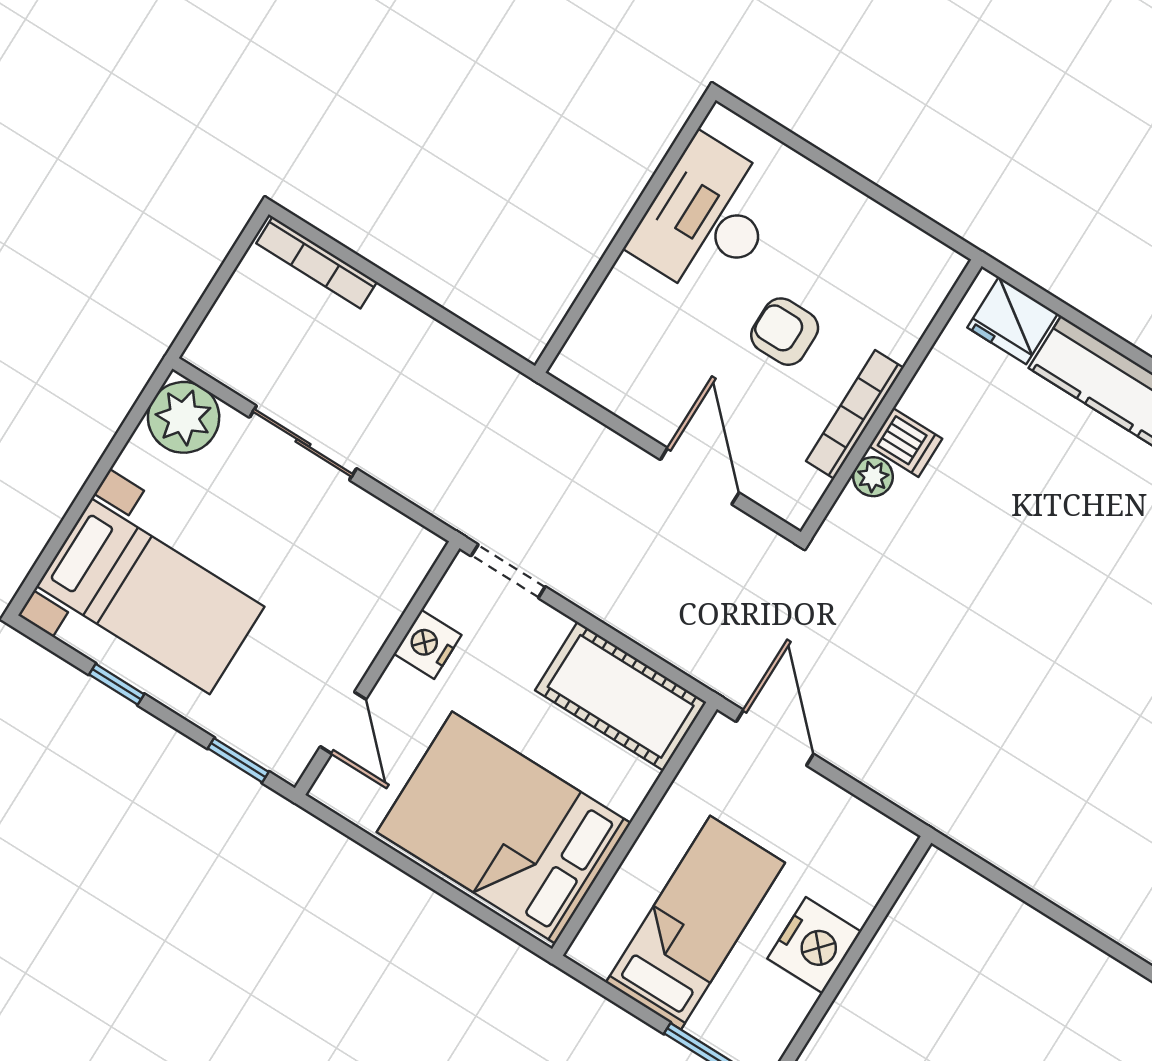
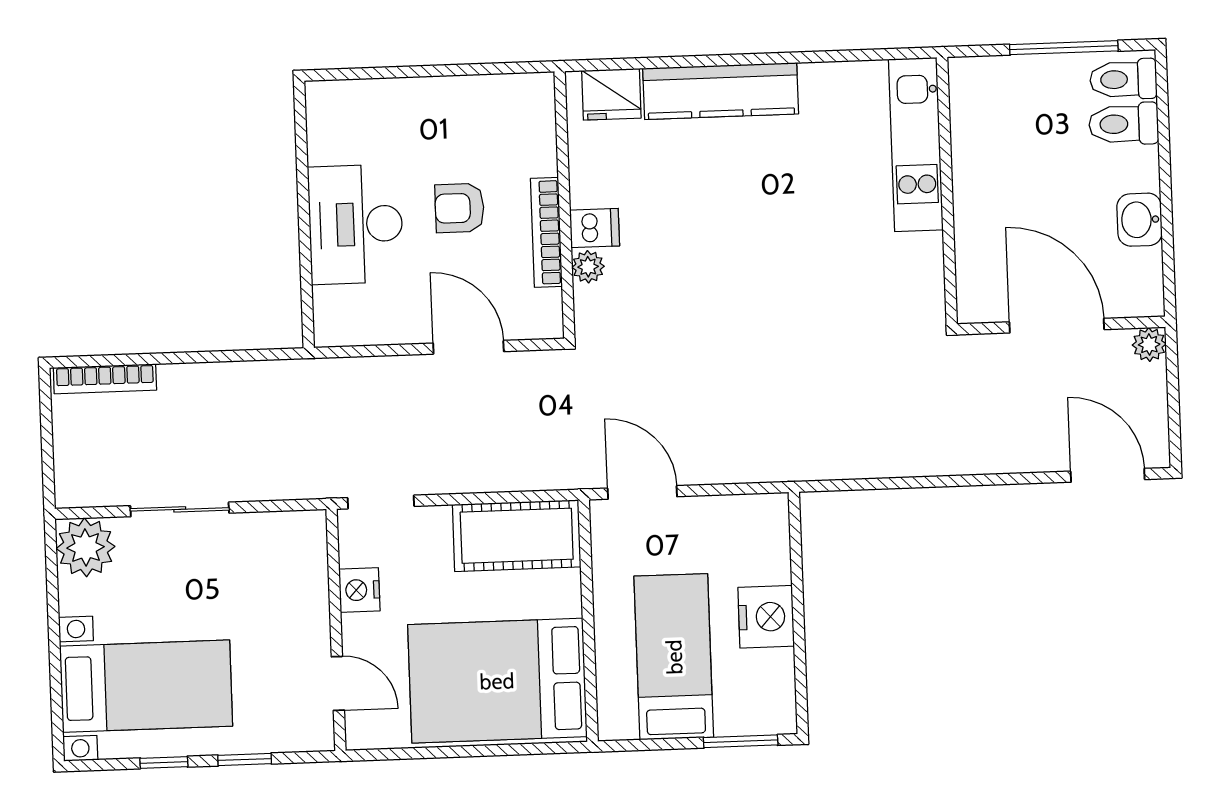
desk: (707, 218) -> (356, 224), moved
window: (238, 760) -> (245, 759), moved

